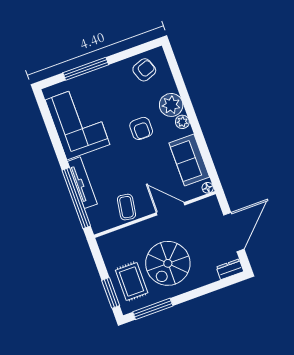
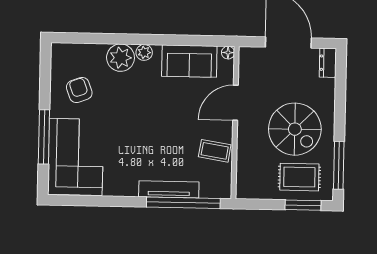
armchair: (144, 70) -> (79, 90), moved
corner sofa: (78, 122) -> (76, 157), moved, turned 90
armchair: (141, 128) -> (134, 101), removed

